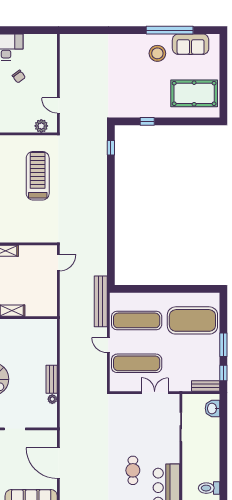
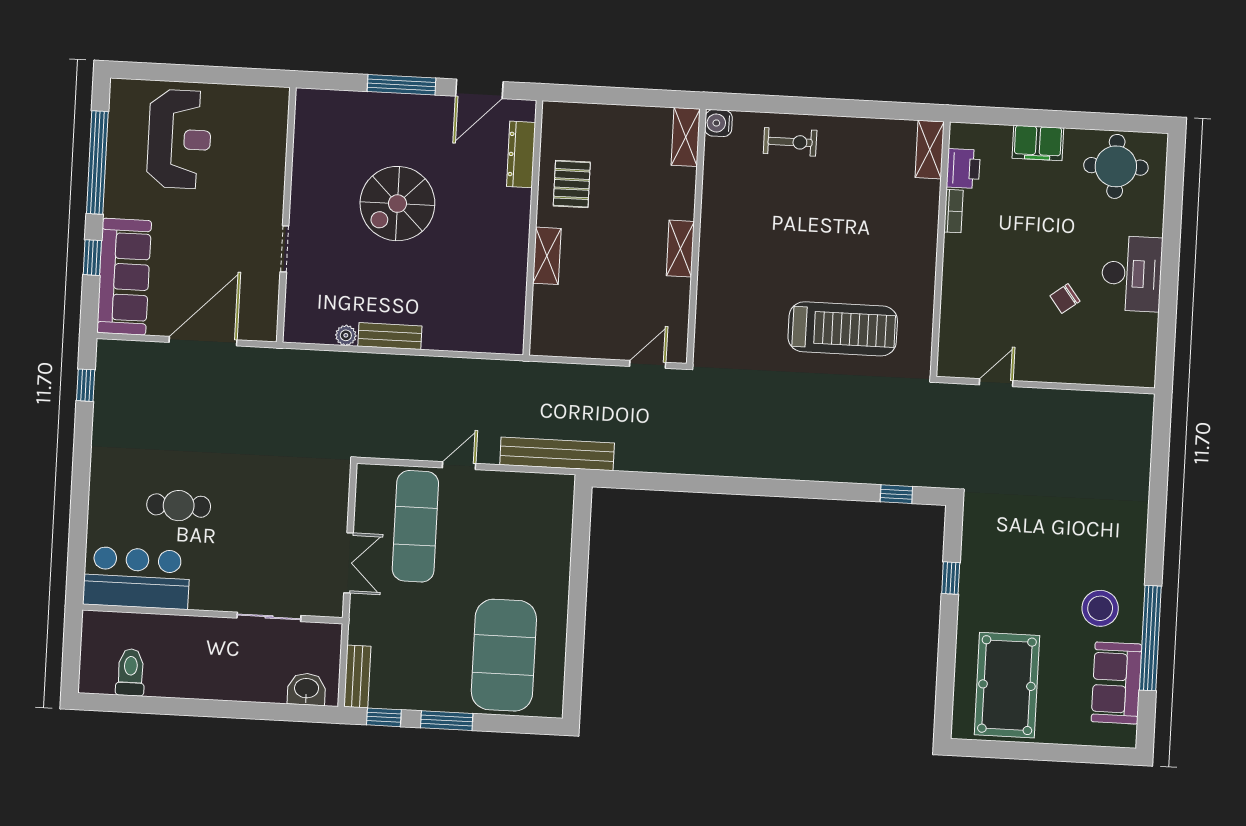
plant: (41, 126) -> (953, 343), removed
door: (58, 263) -> (648, 364), swing flipped
exercise mat: (137, 320) -> (510, 531), removed

